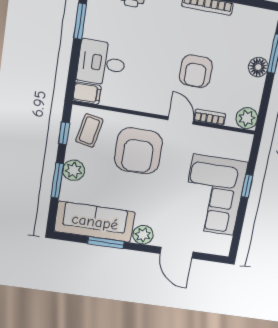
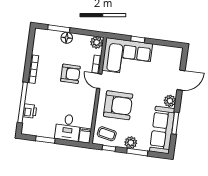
door: (181, 120) -> (99, 81), hinge flipped
corner sofa: (214, 195) -> (127, 57), moved

